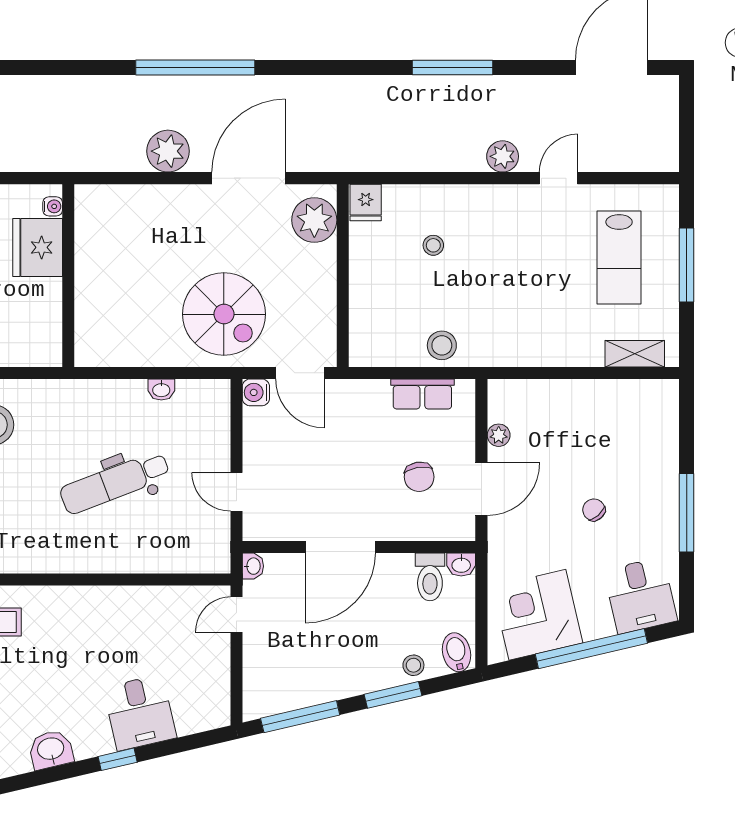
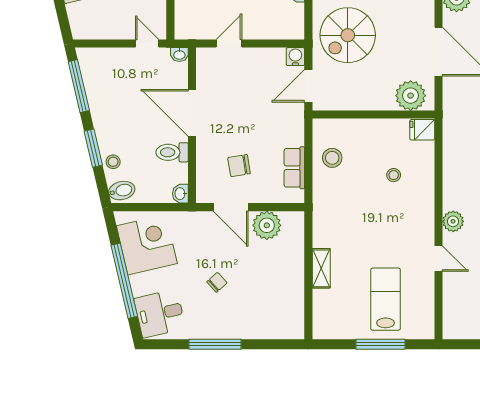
lab bench: (619, 257) -> (386, 299), turned 90
stool: (442, 345) -> (332, 158), moved
shelving: (635, 354) -> (321, 268), moved
plant: (499, 435) -> (267, 225), width x1.88, depth x1.88
toilet: (430, 577) -> (172, 152), moved

